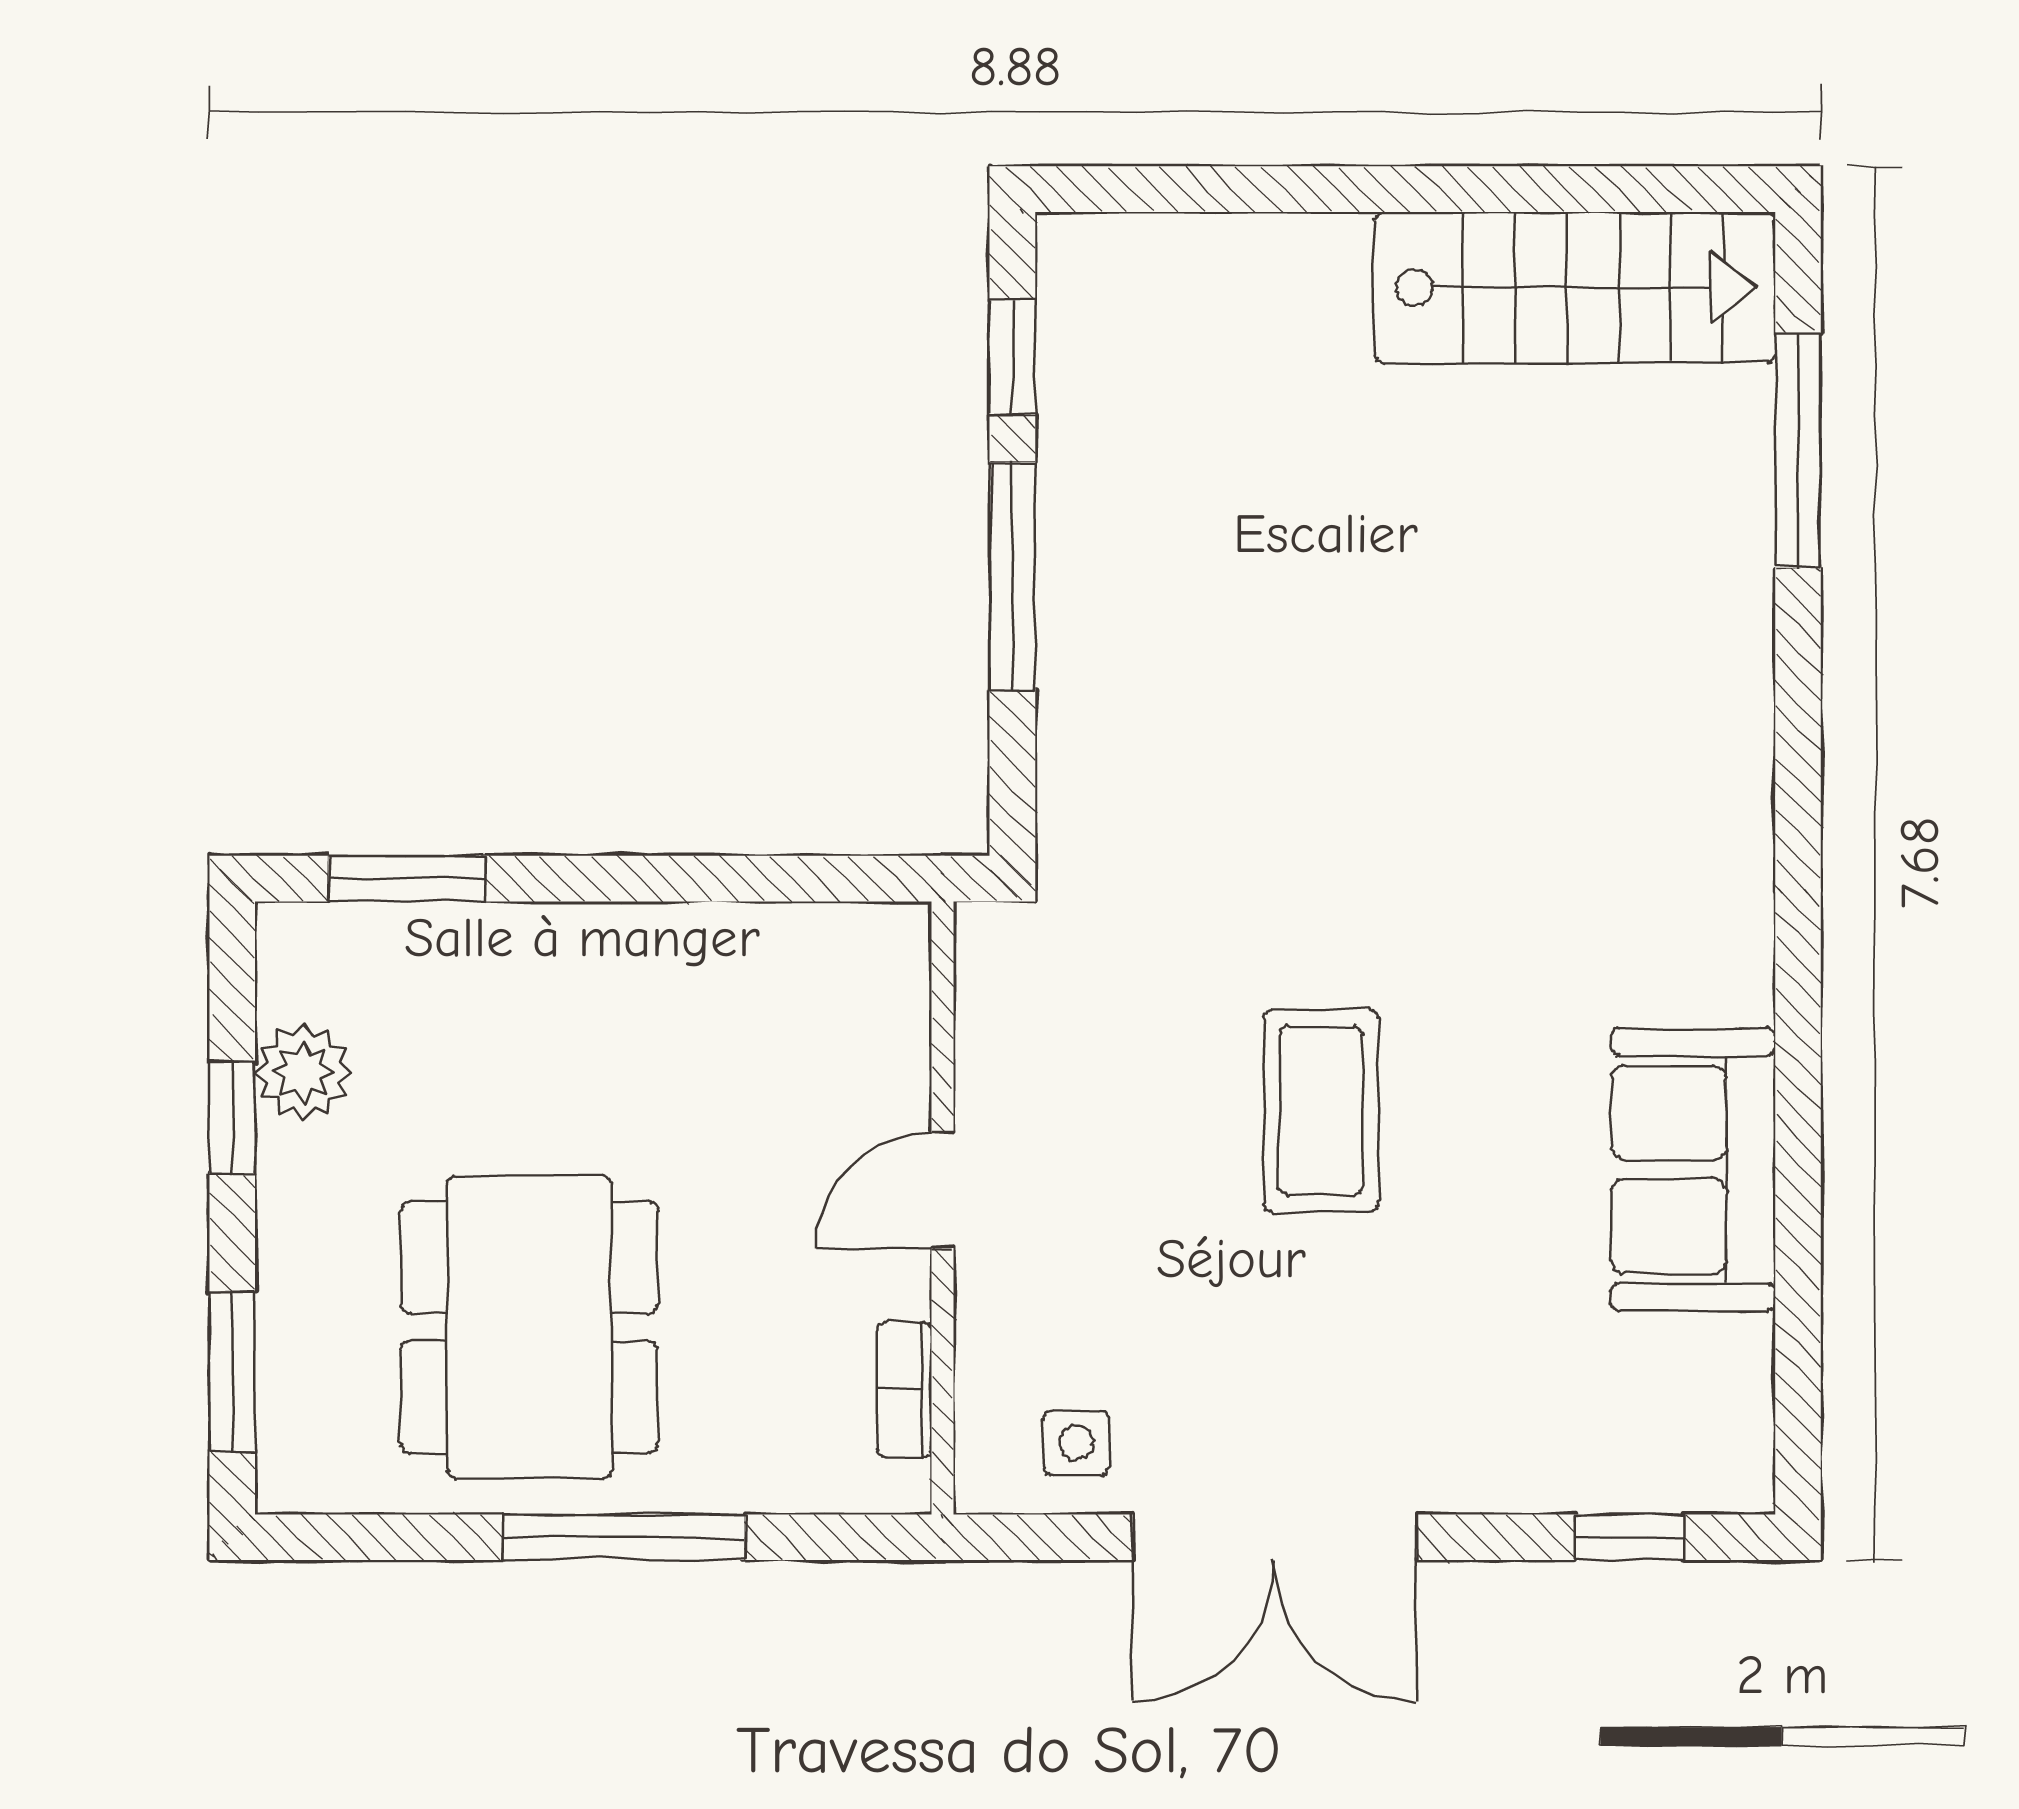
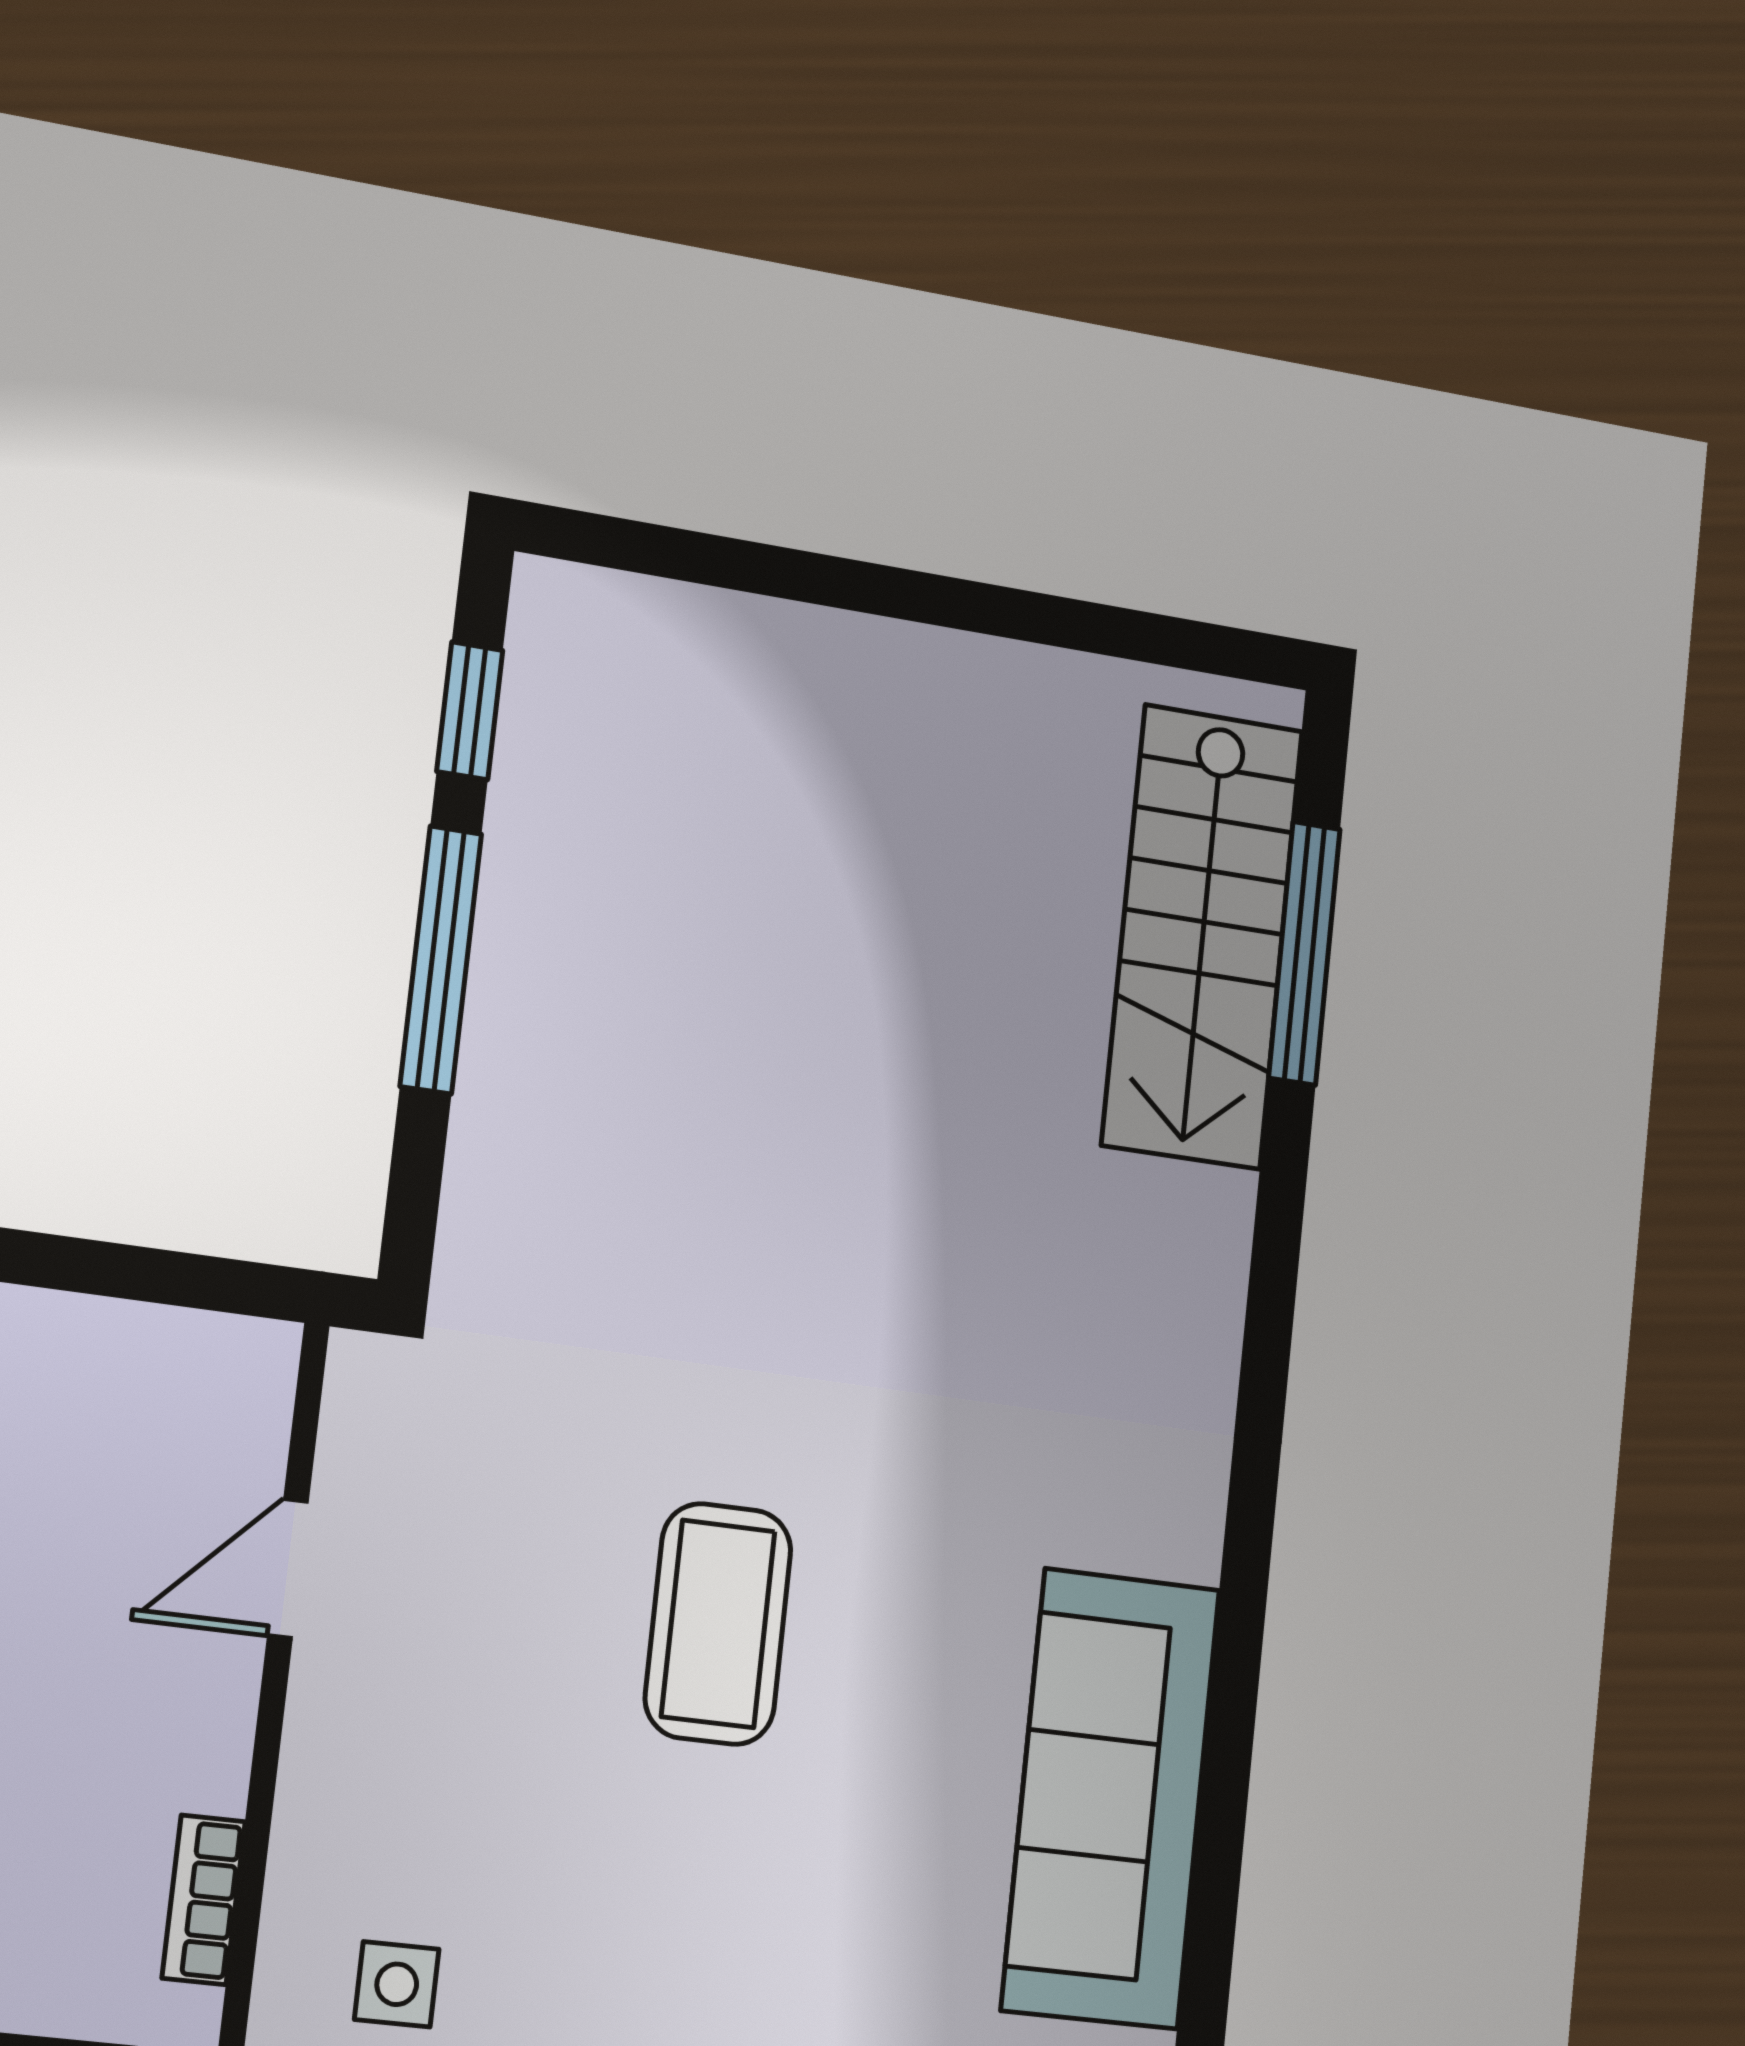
stairs: (1575, 287) -> (1202, 937), moved, turned 90
sofa: (1693, 1169) -> (1111, 1798), width x1.36
door: (942, 1190) -> (288, 1568), moved

